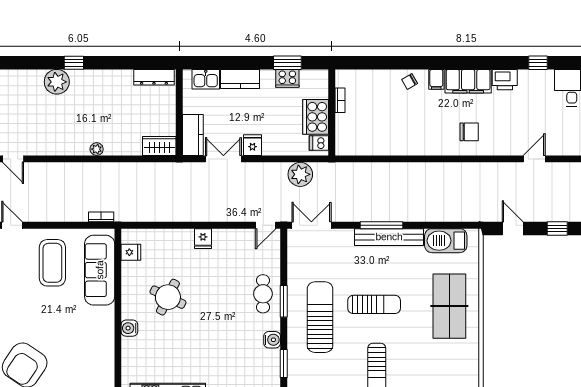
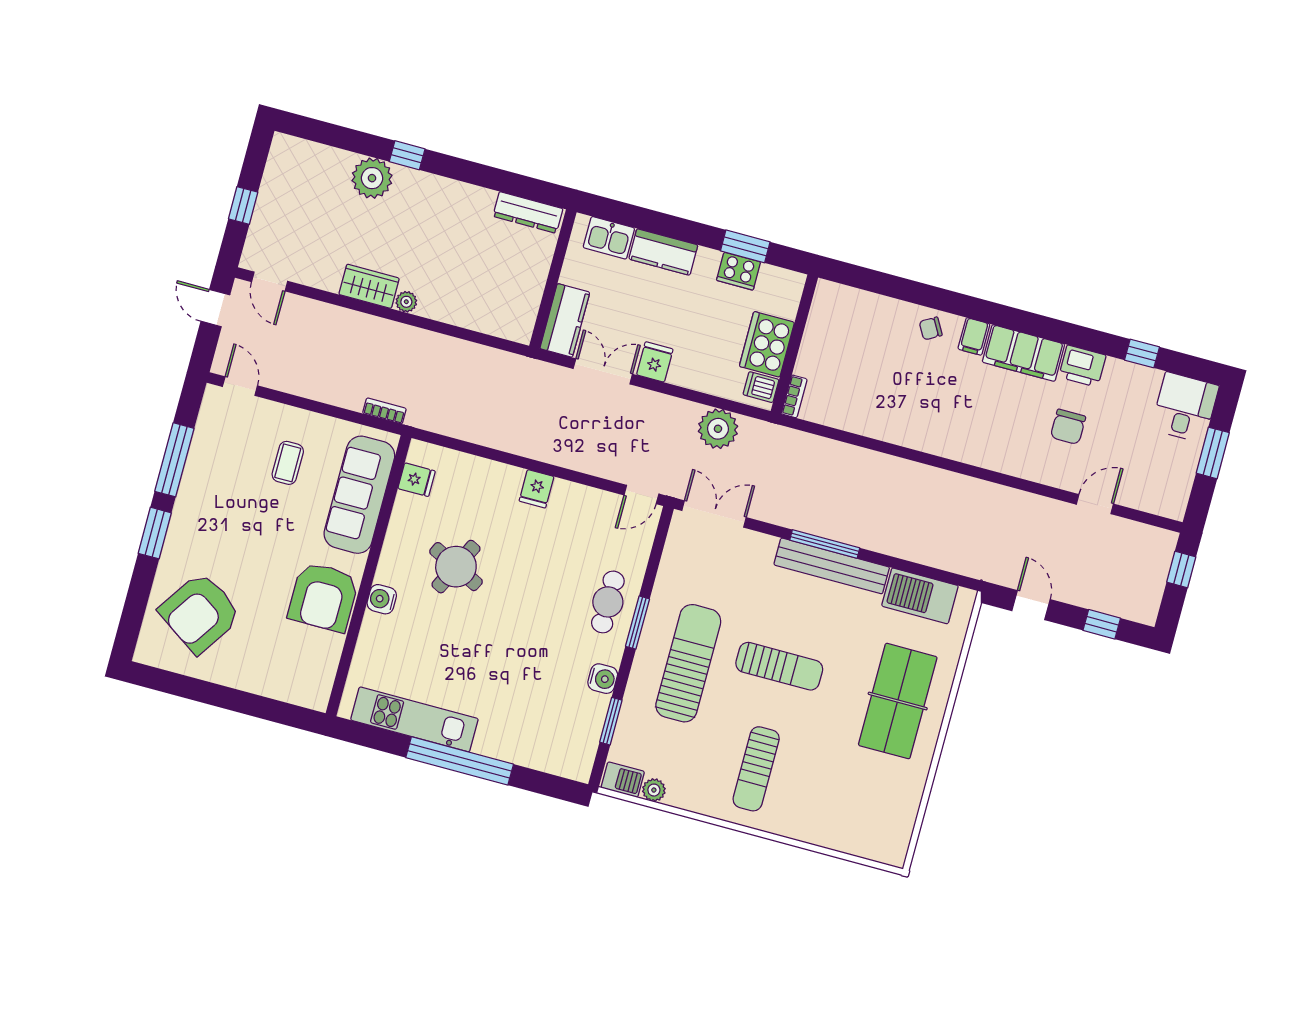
bookcase: (340, 100) -> (794, 396), moved
chair: (469, 132) -> (1068, 427), moved, turned 90
wardrobe: (159, 146) -> (369, 286), moved
coffee table: (52, 263) -> (288, 463), width x0.54, depth x0.58
armchair: (95, 336) -> (323, 597), added

